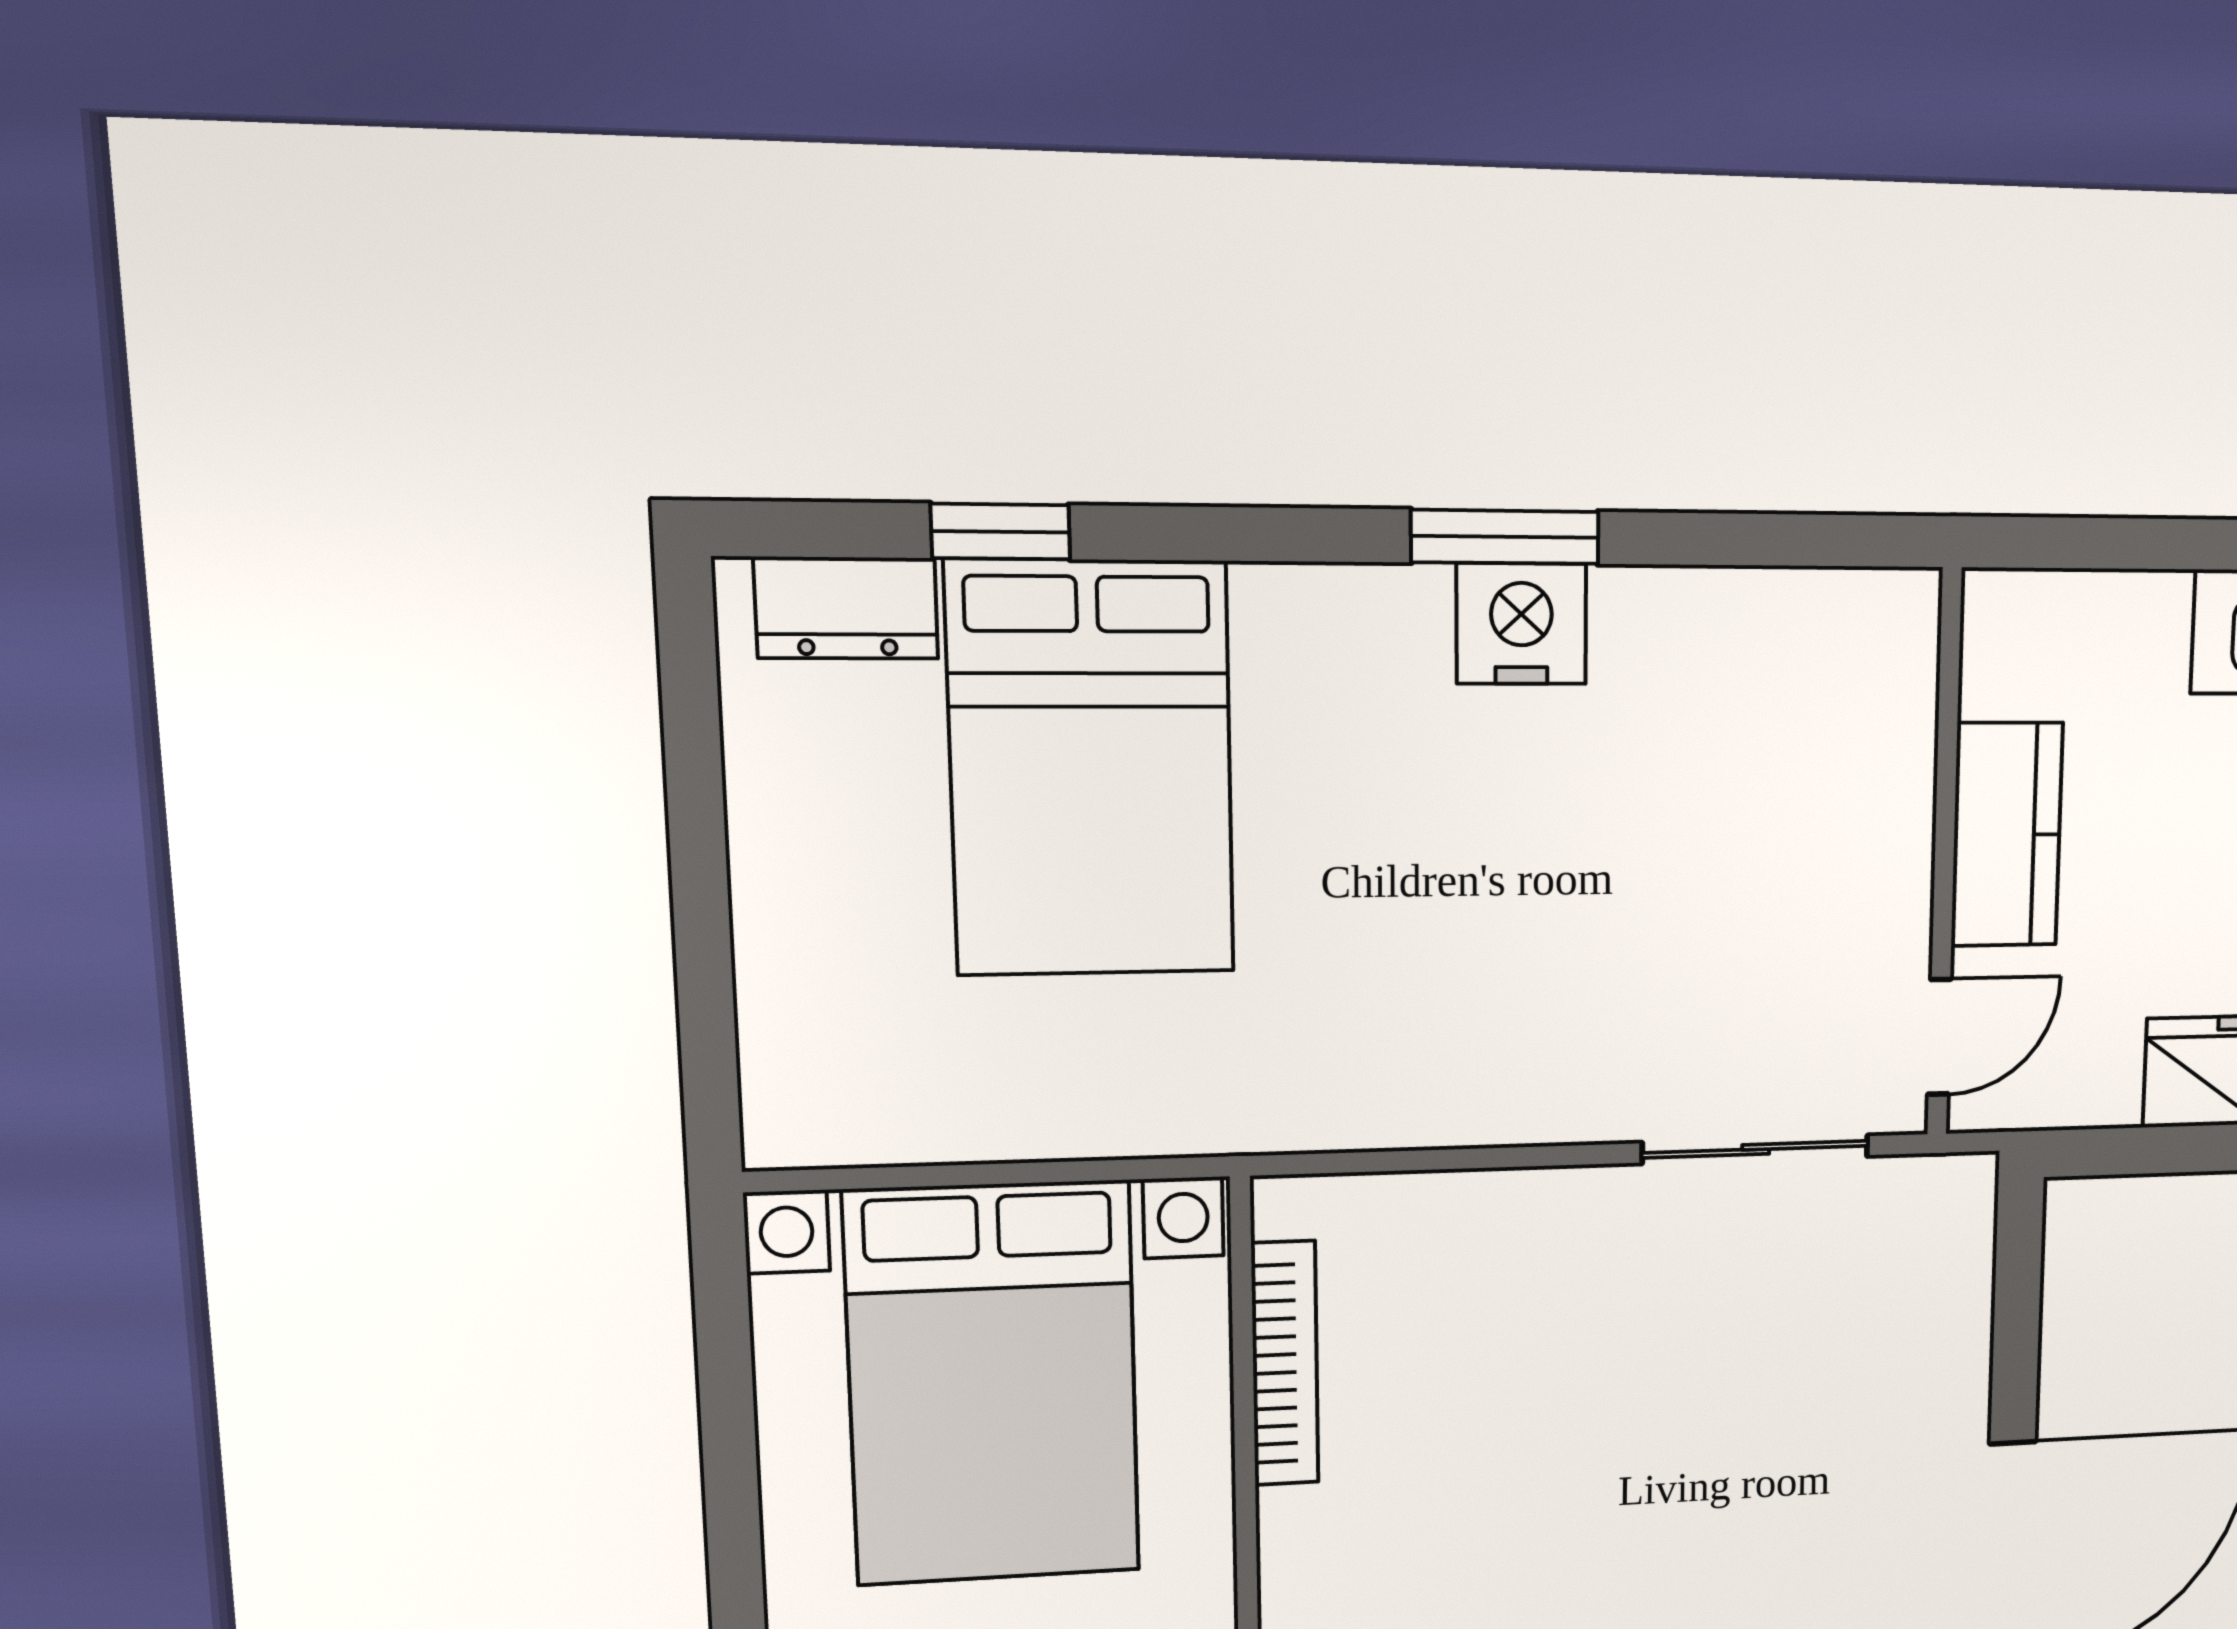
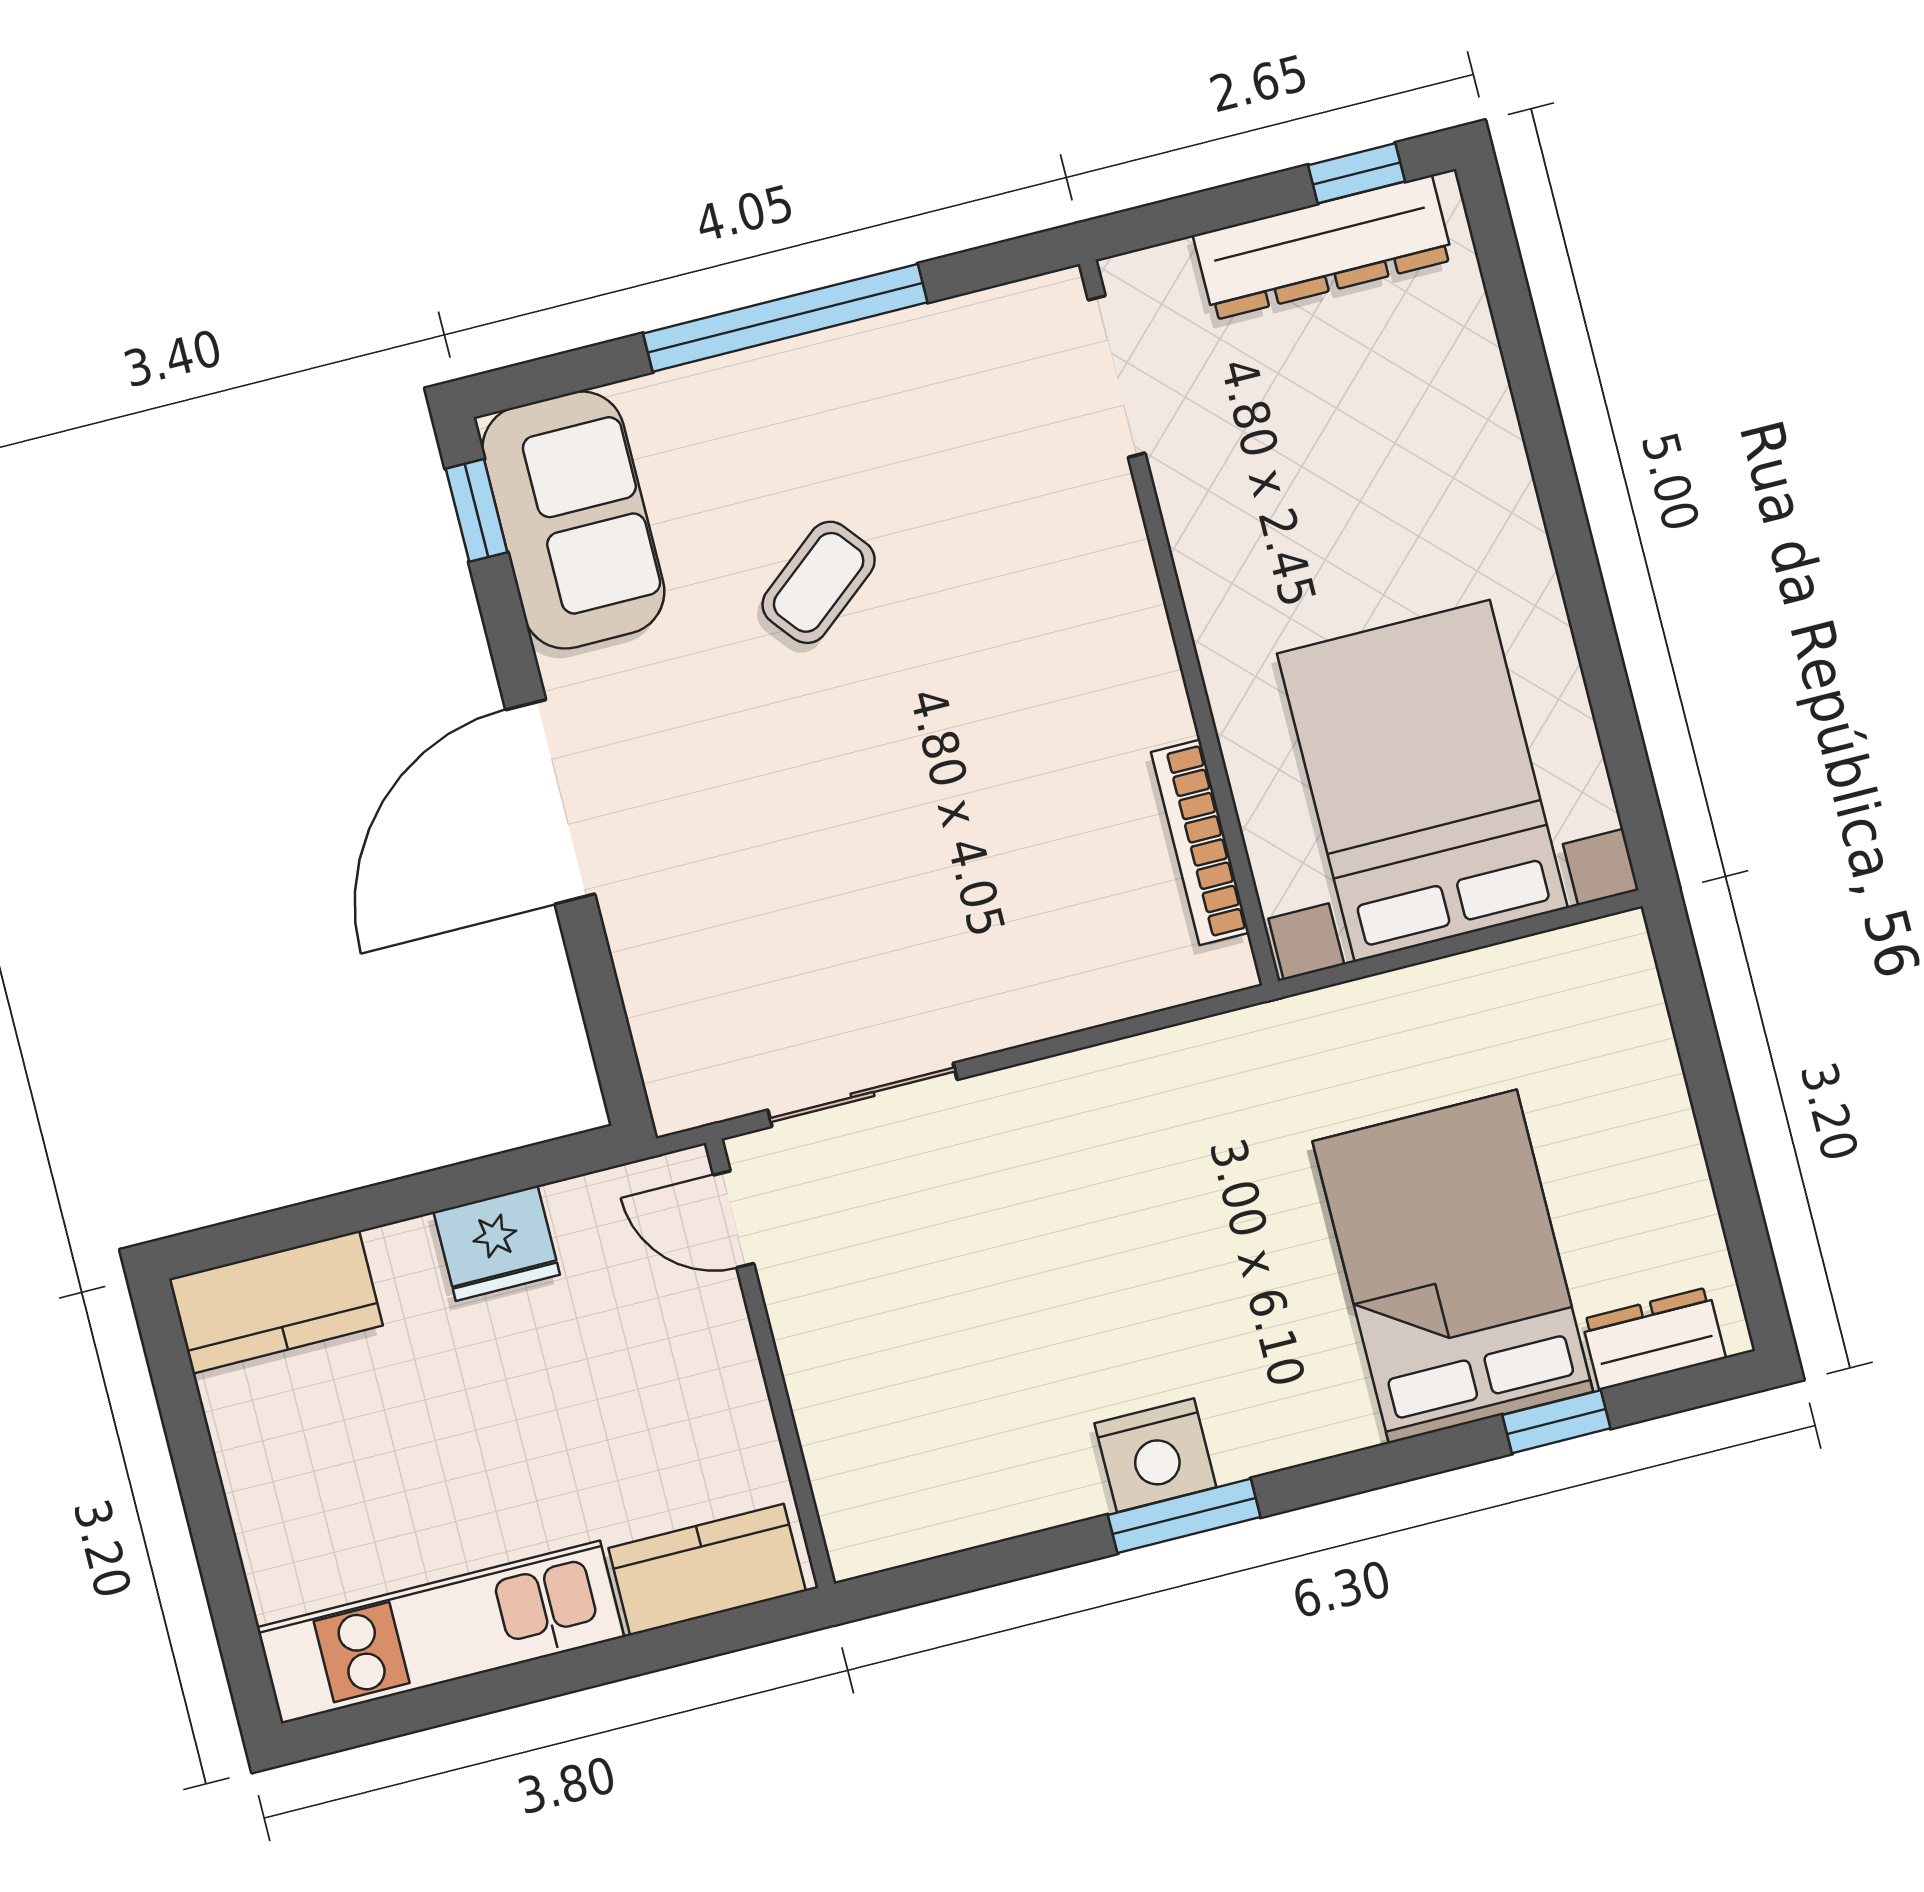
kitchen counter: (2007, 835) -> (707, 1570), moved, turned 90
door: (1939, 1037) -> (734, 1219), hinge flipped

